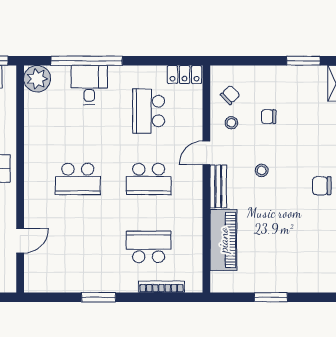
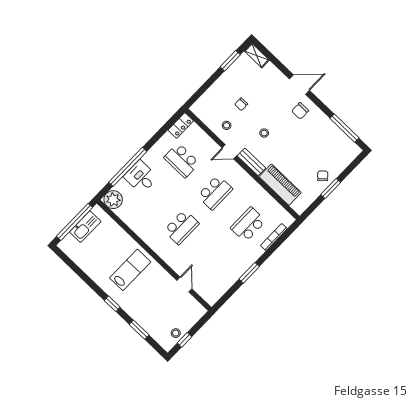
chair: (230, 95) -> (323, 176), moved
door: (206, 153) -> (229, 152), hinge flipped

